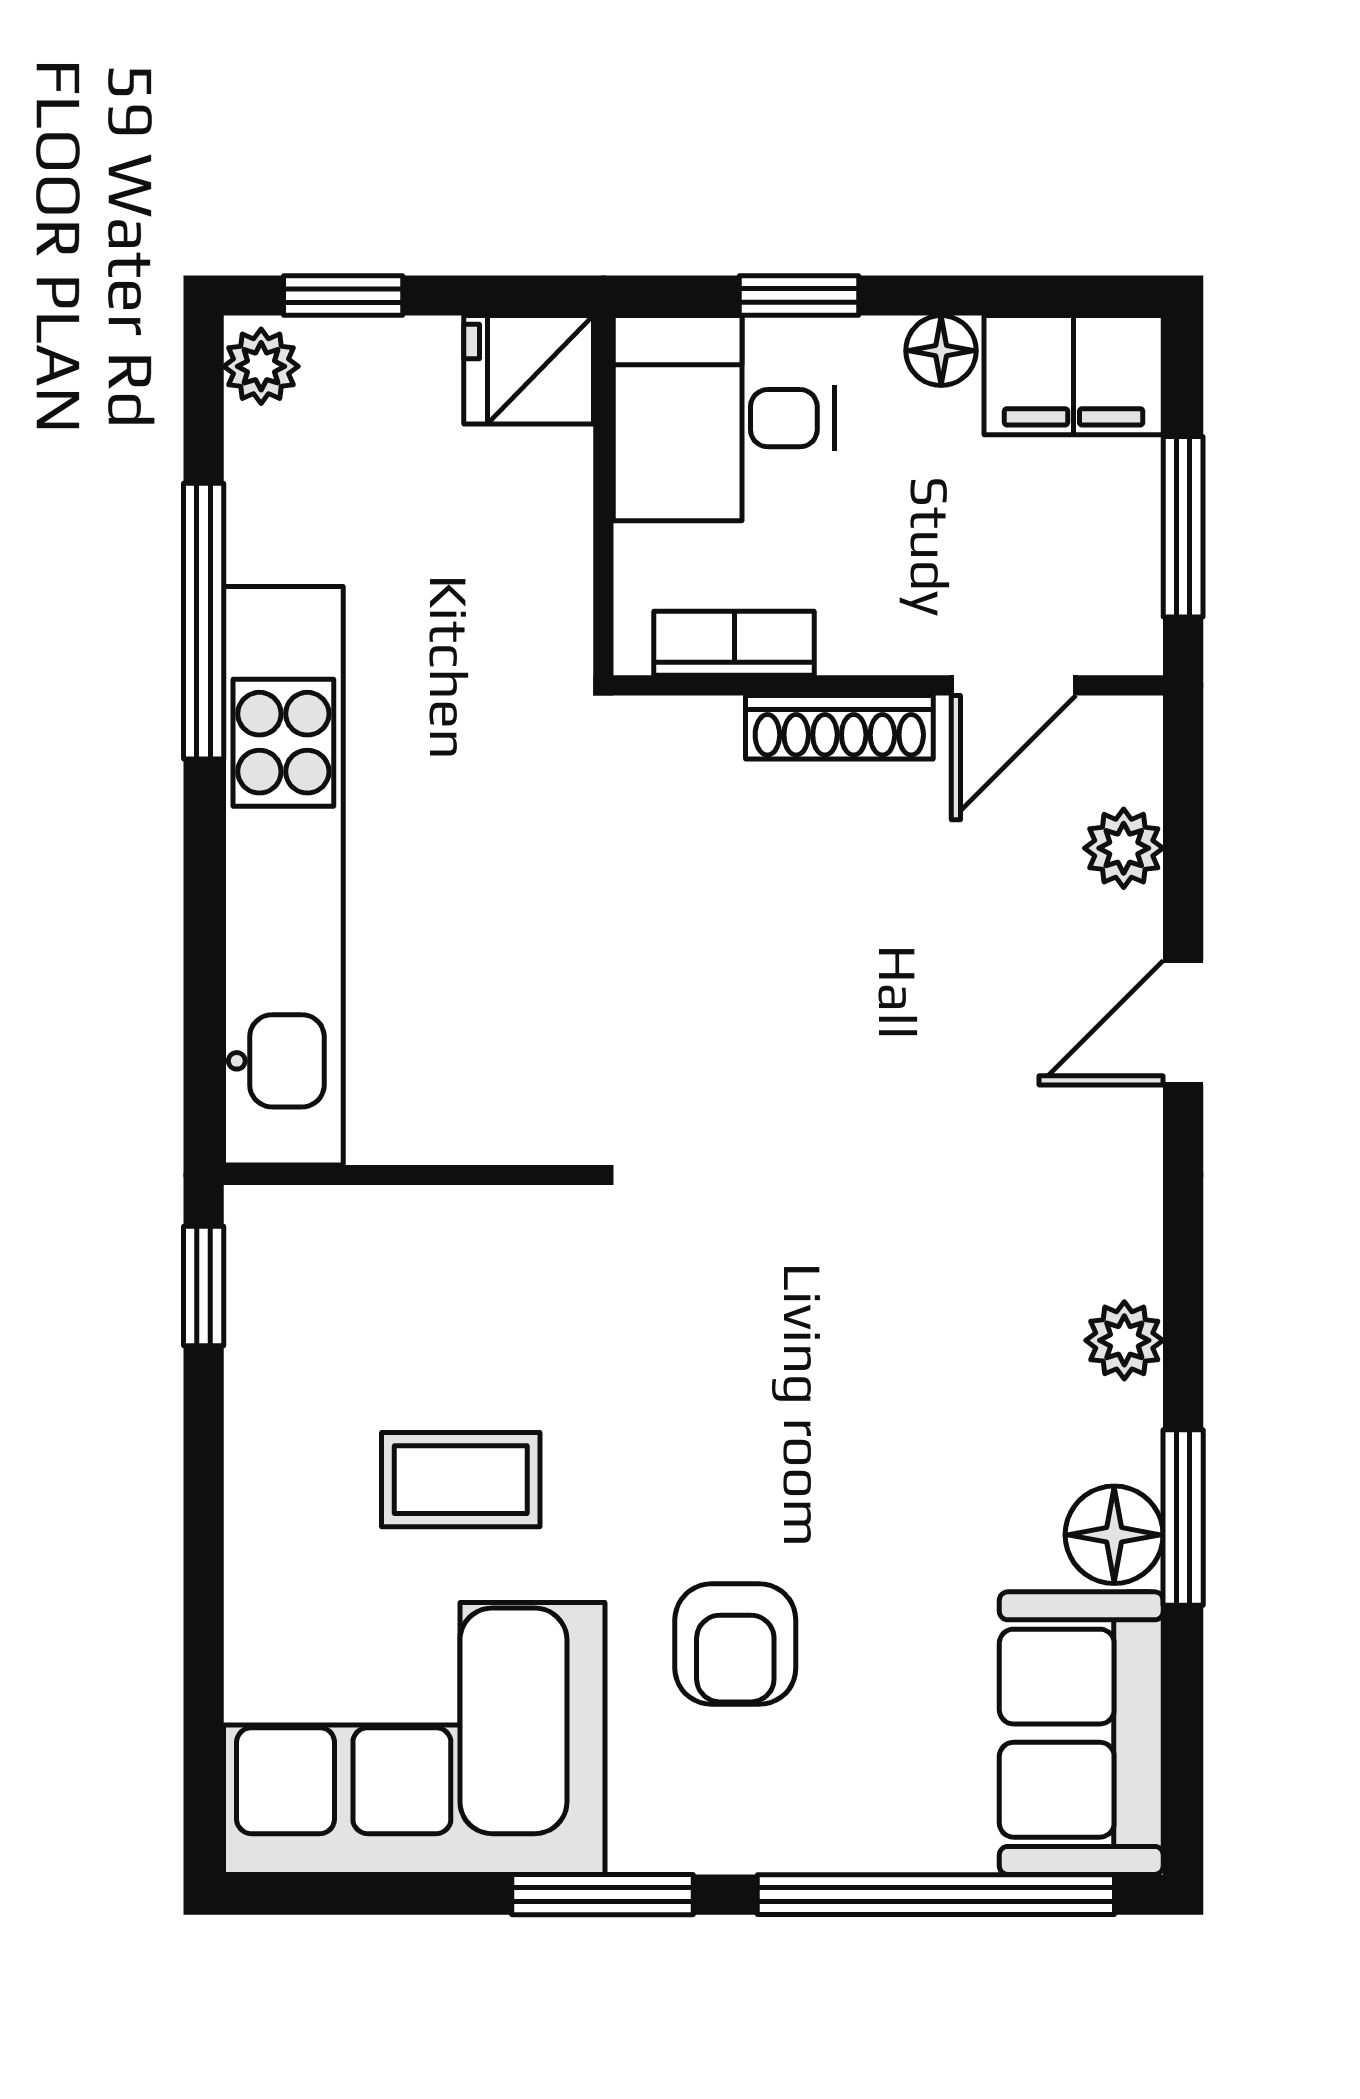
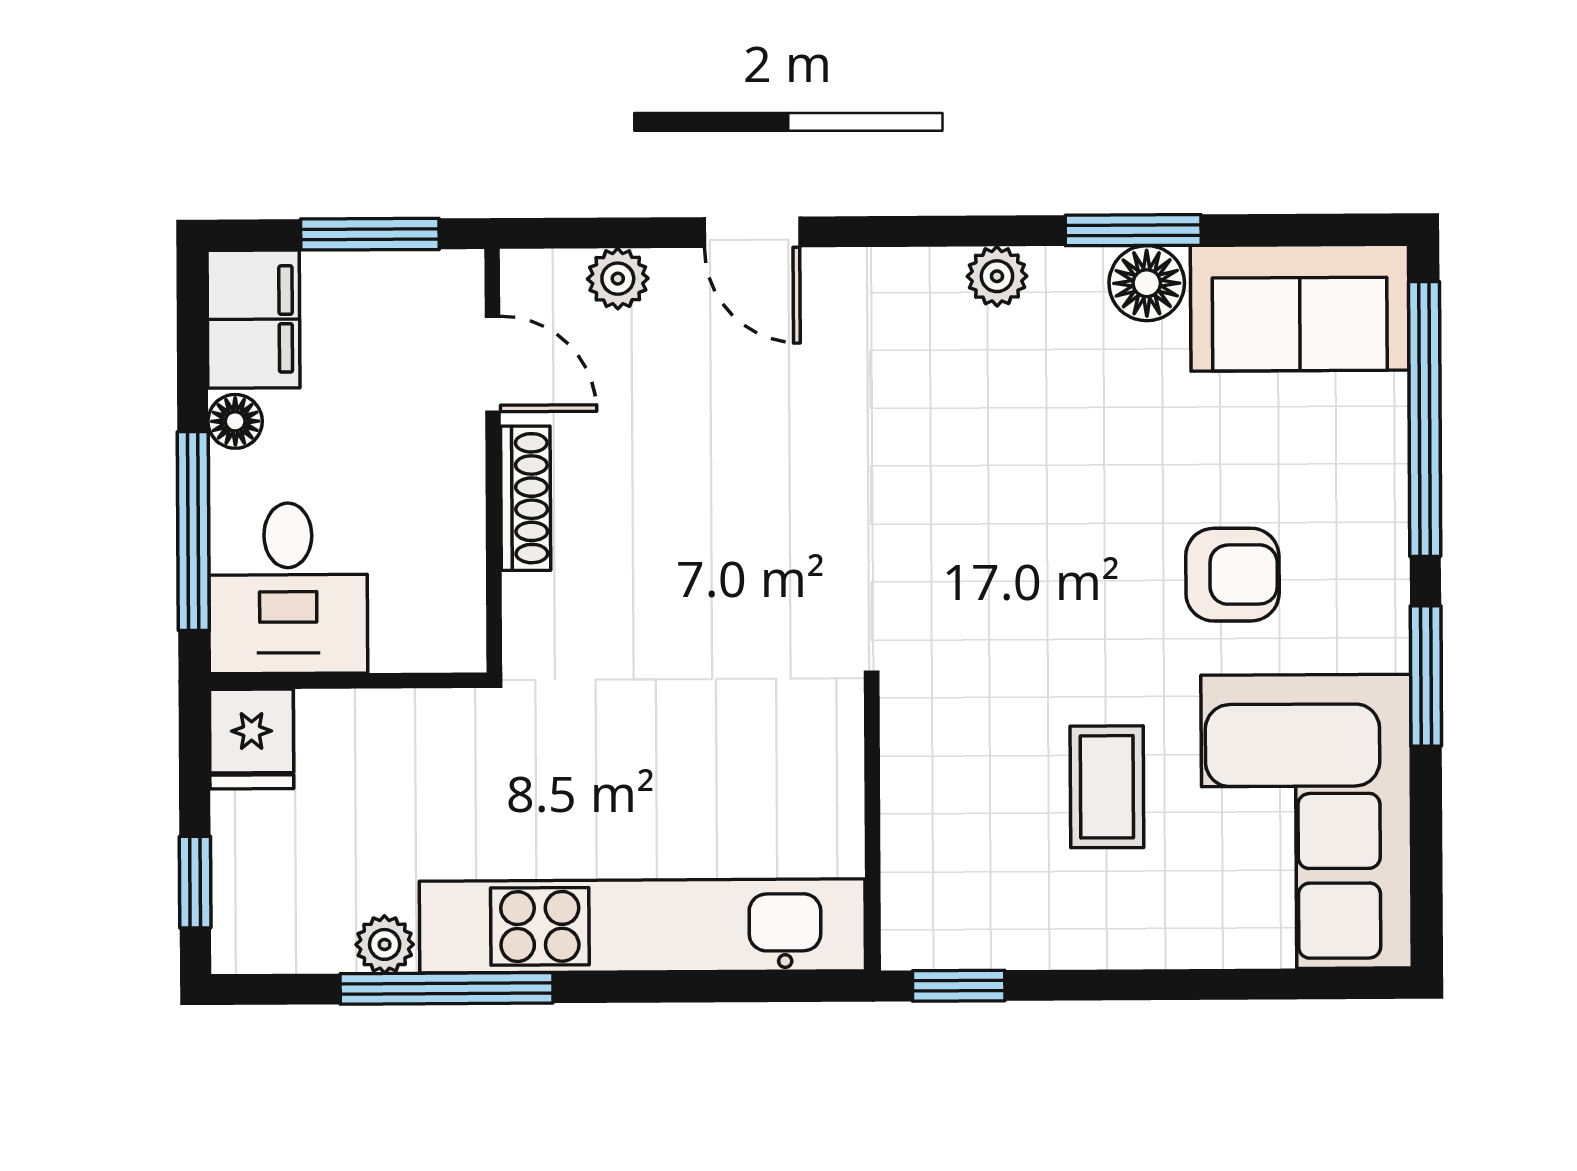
window: (799, 295) -> (193, 531), width x2.17
plant: (261, 366) -> (385, 944), moved
bookcase: (734, 643) -> (461, 580), removed

